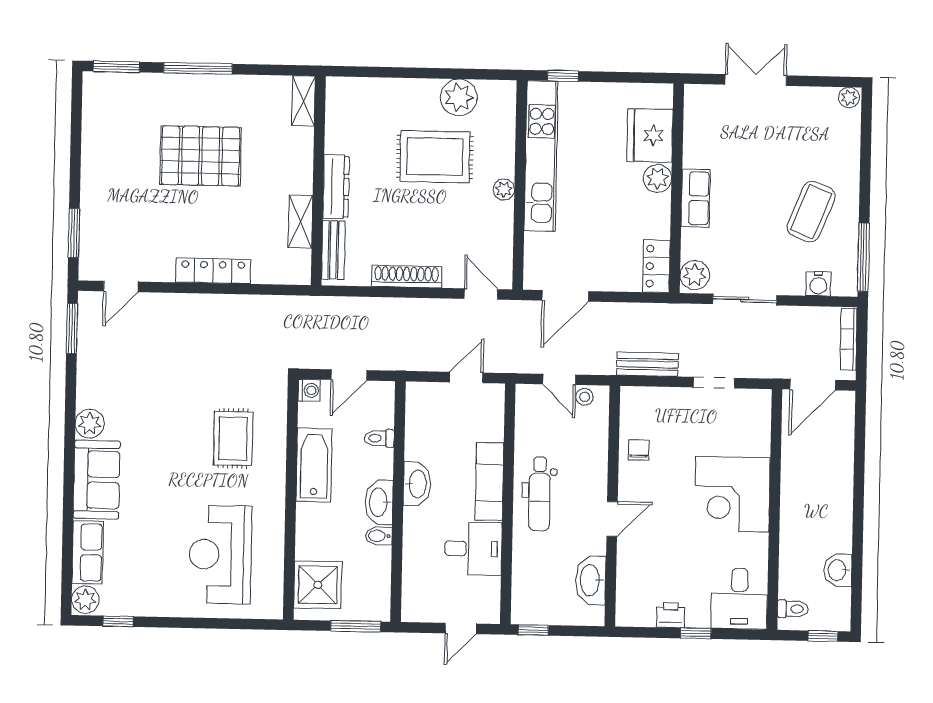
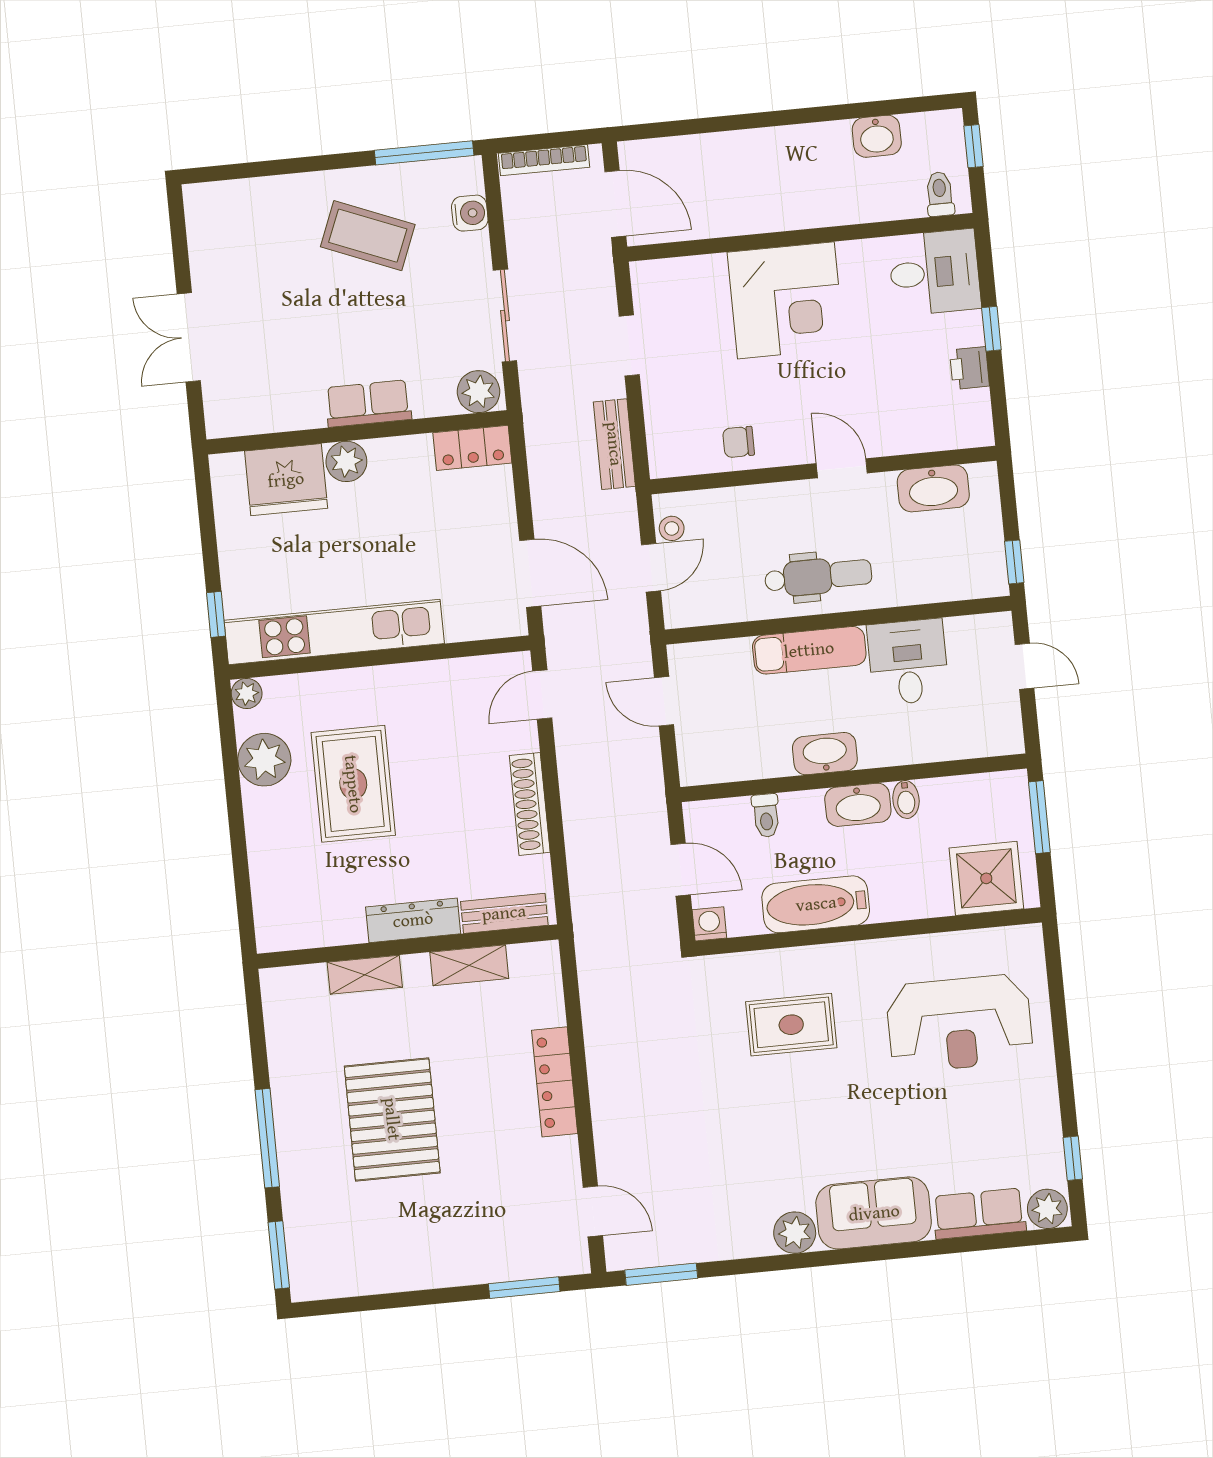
plant: (849, 98) -> (198, 201), removed
shelving: (304, 101) -> (365, 975), moved
plant: (504, 190) -> (247, 694), moved

